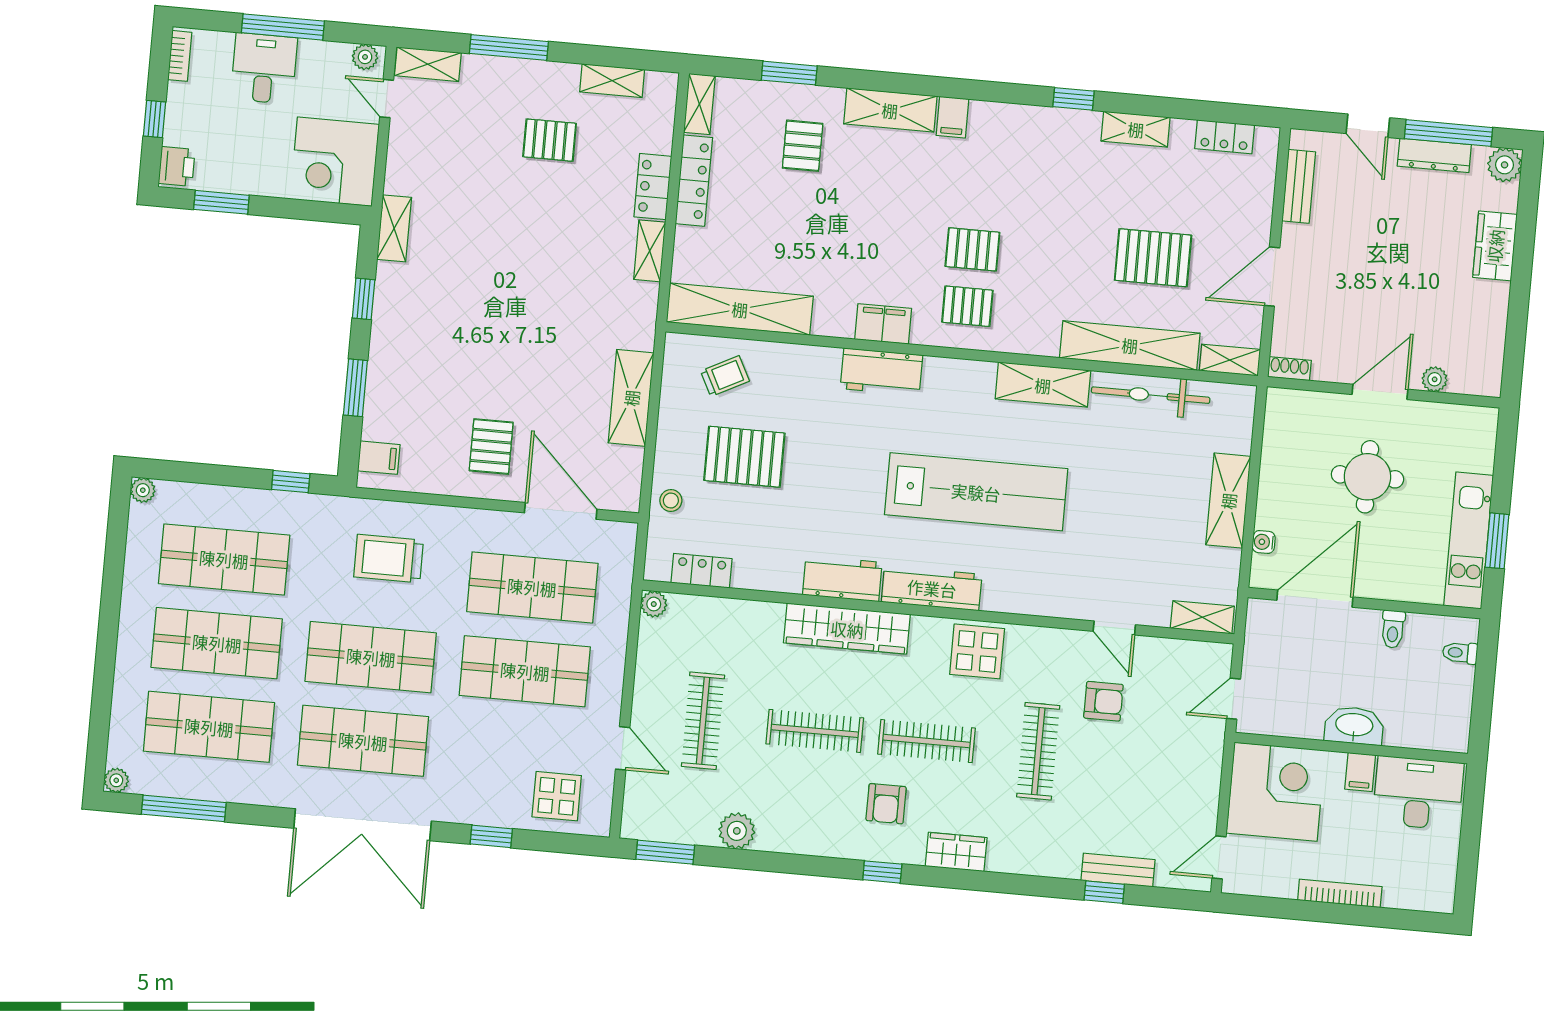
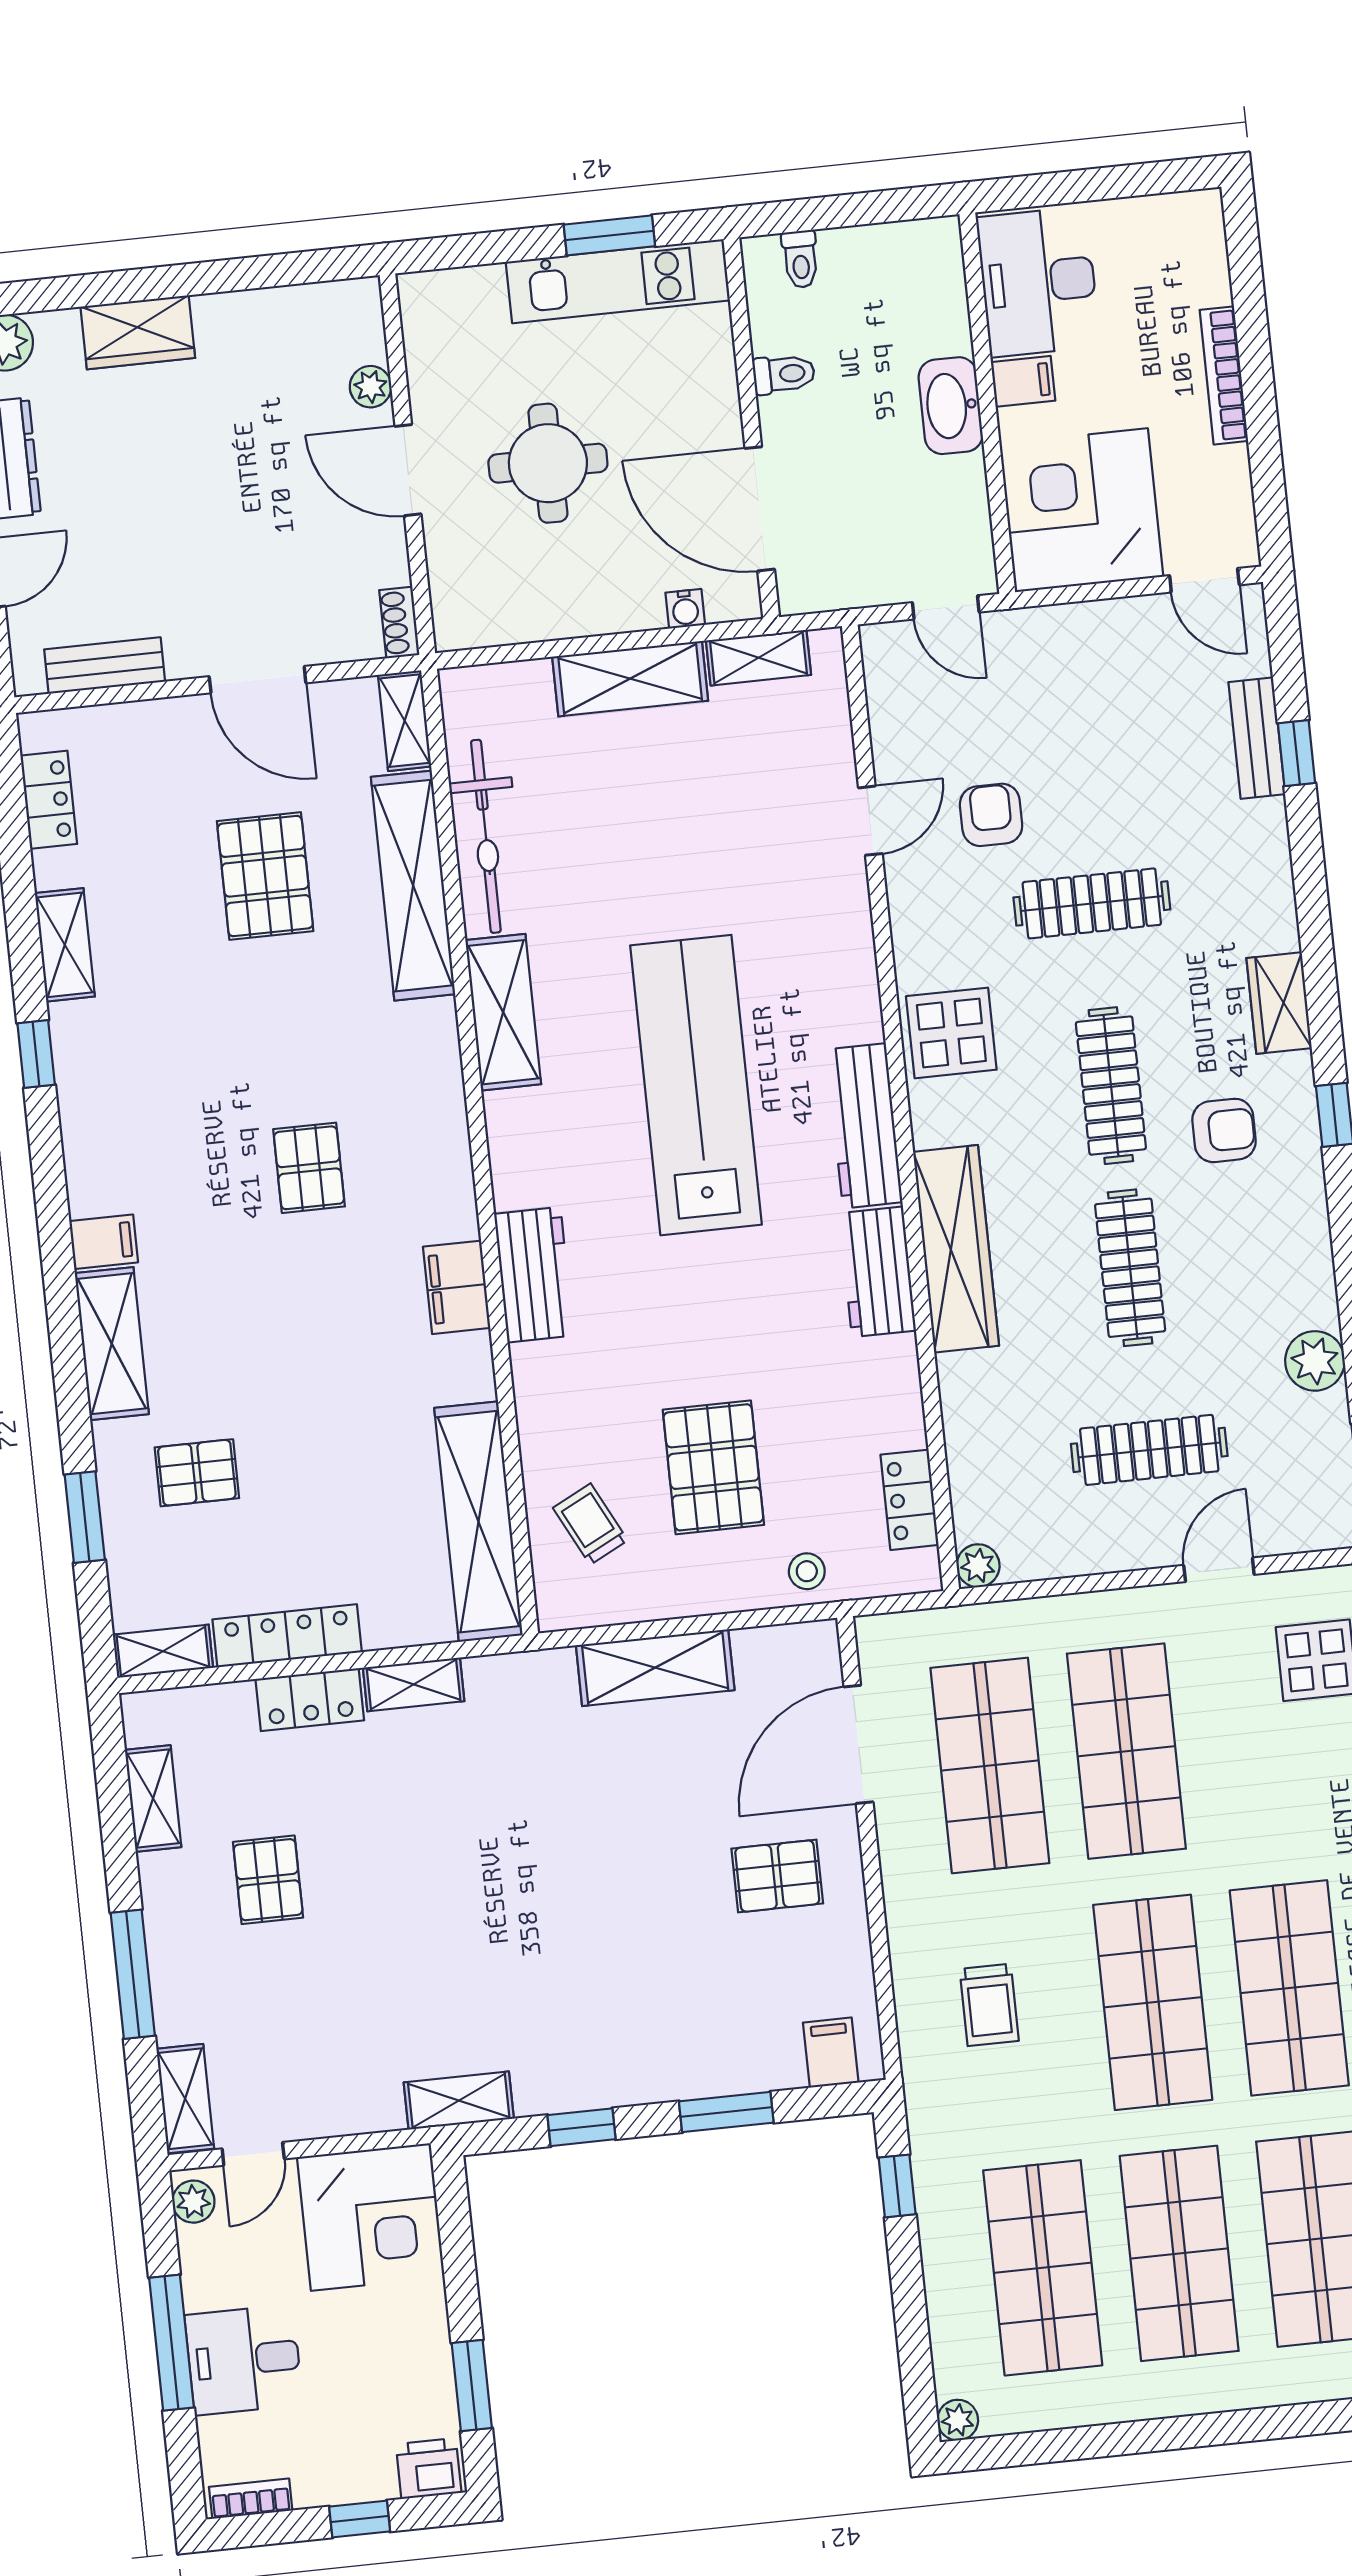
pallet: (967, 306) -> (402, 1158), removed
trolley: (389, 559) -> (989, 2005), width x0.73, depth x0.72
shelving: (1202, 617) -> (758, 658), moved, turned 90

